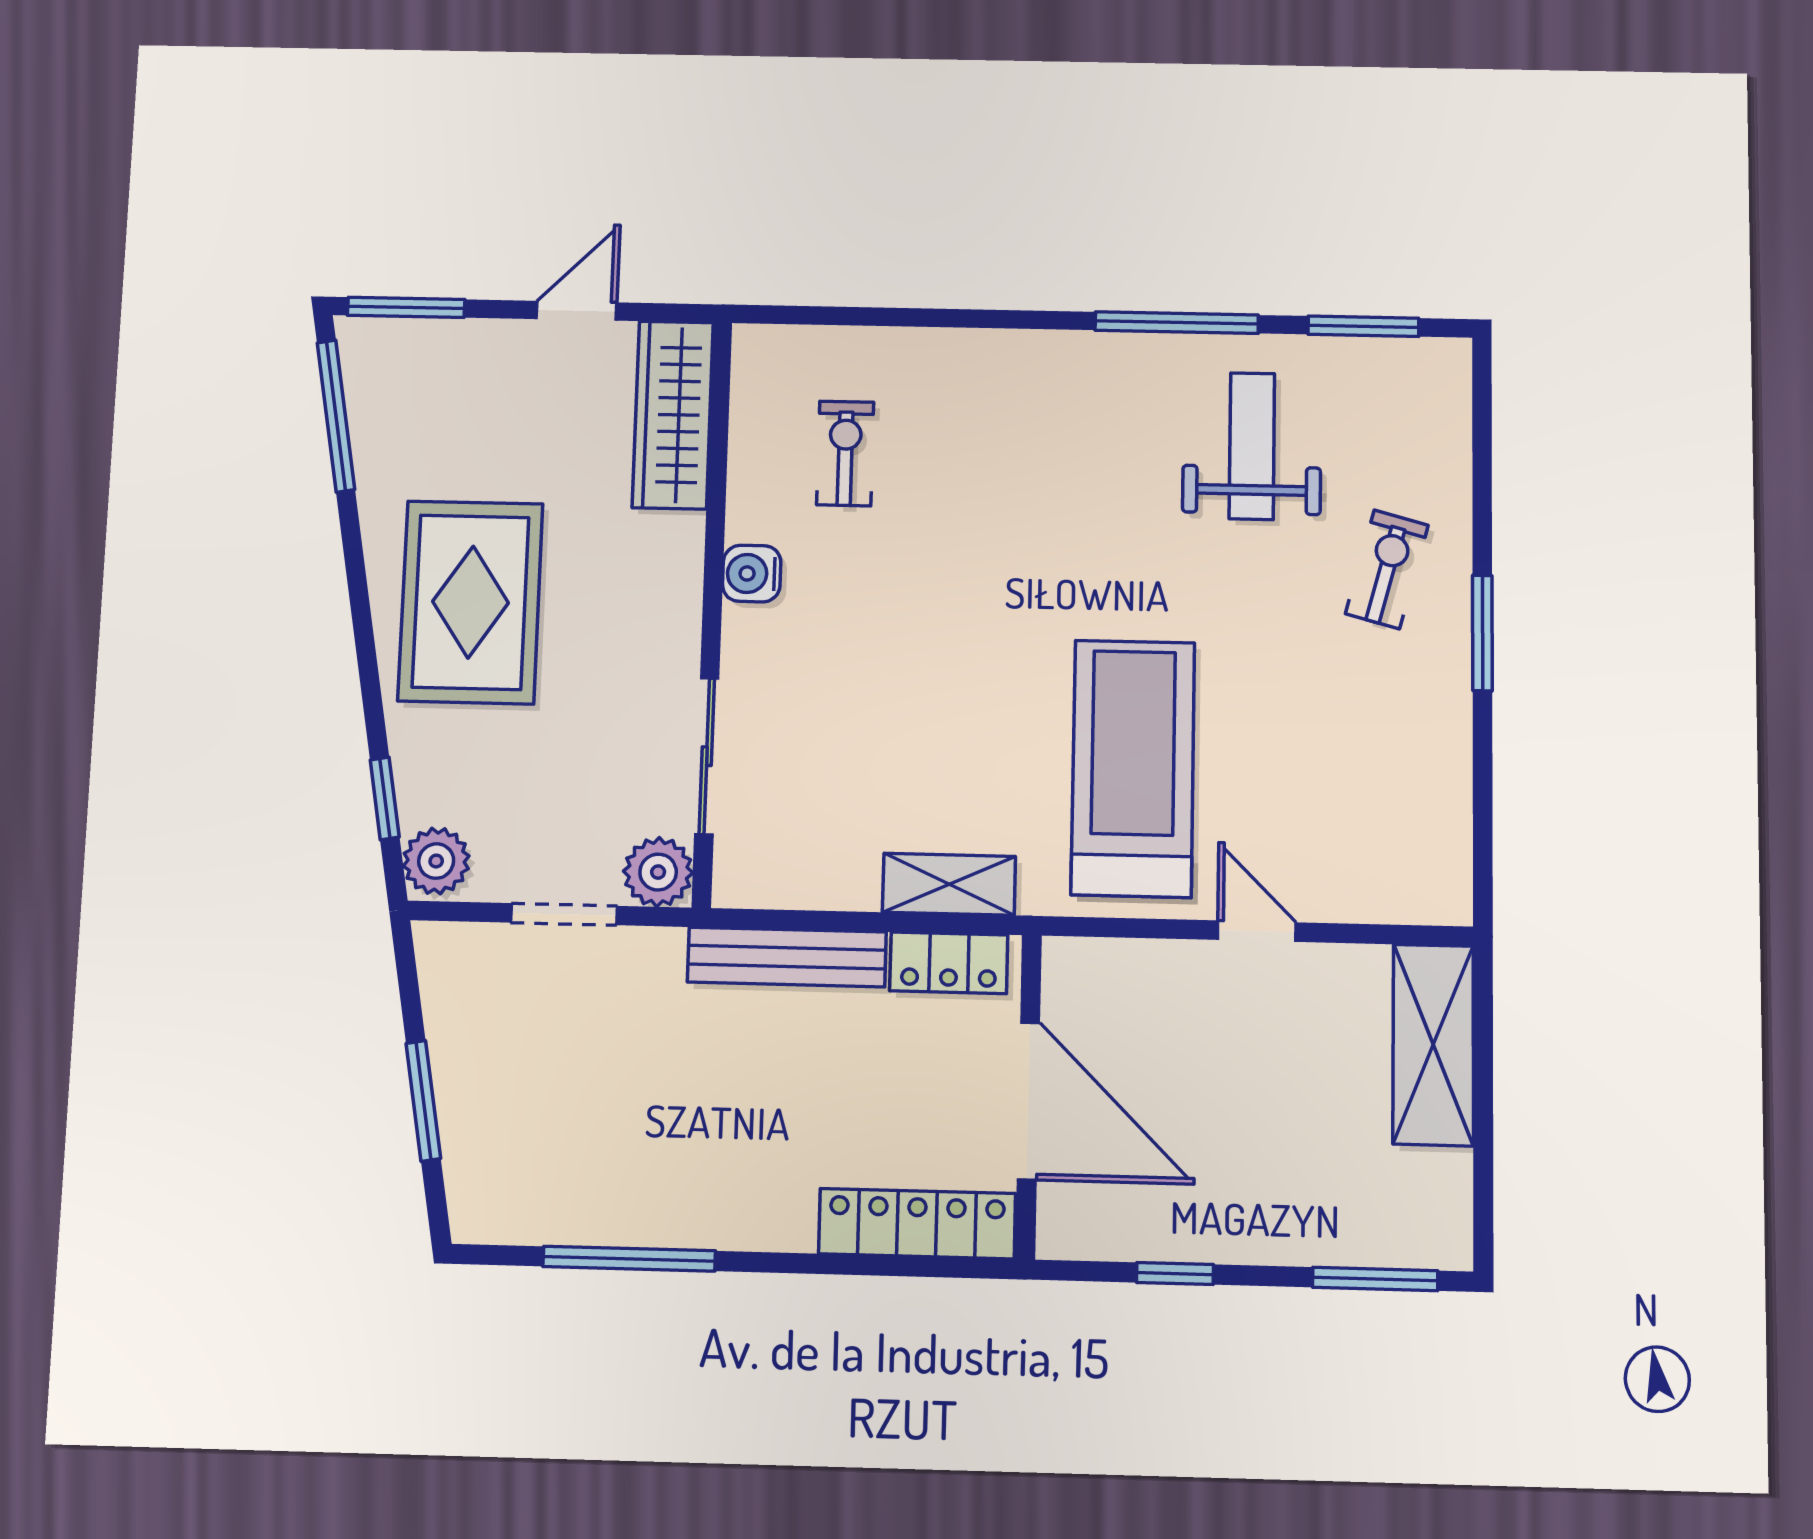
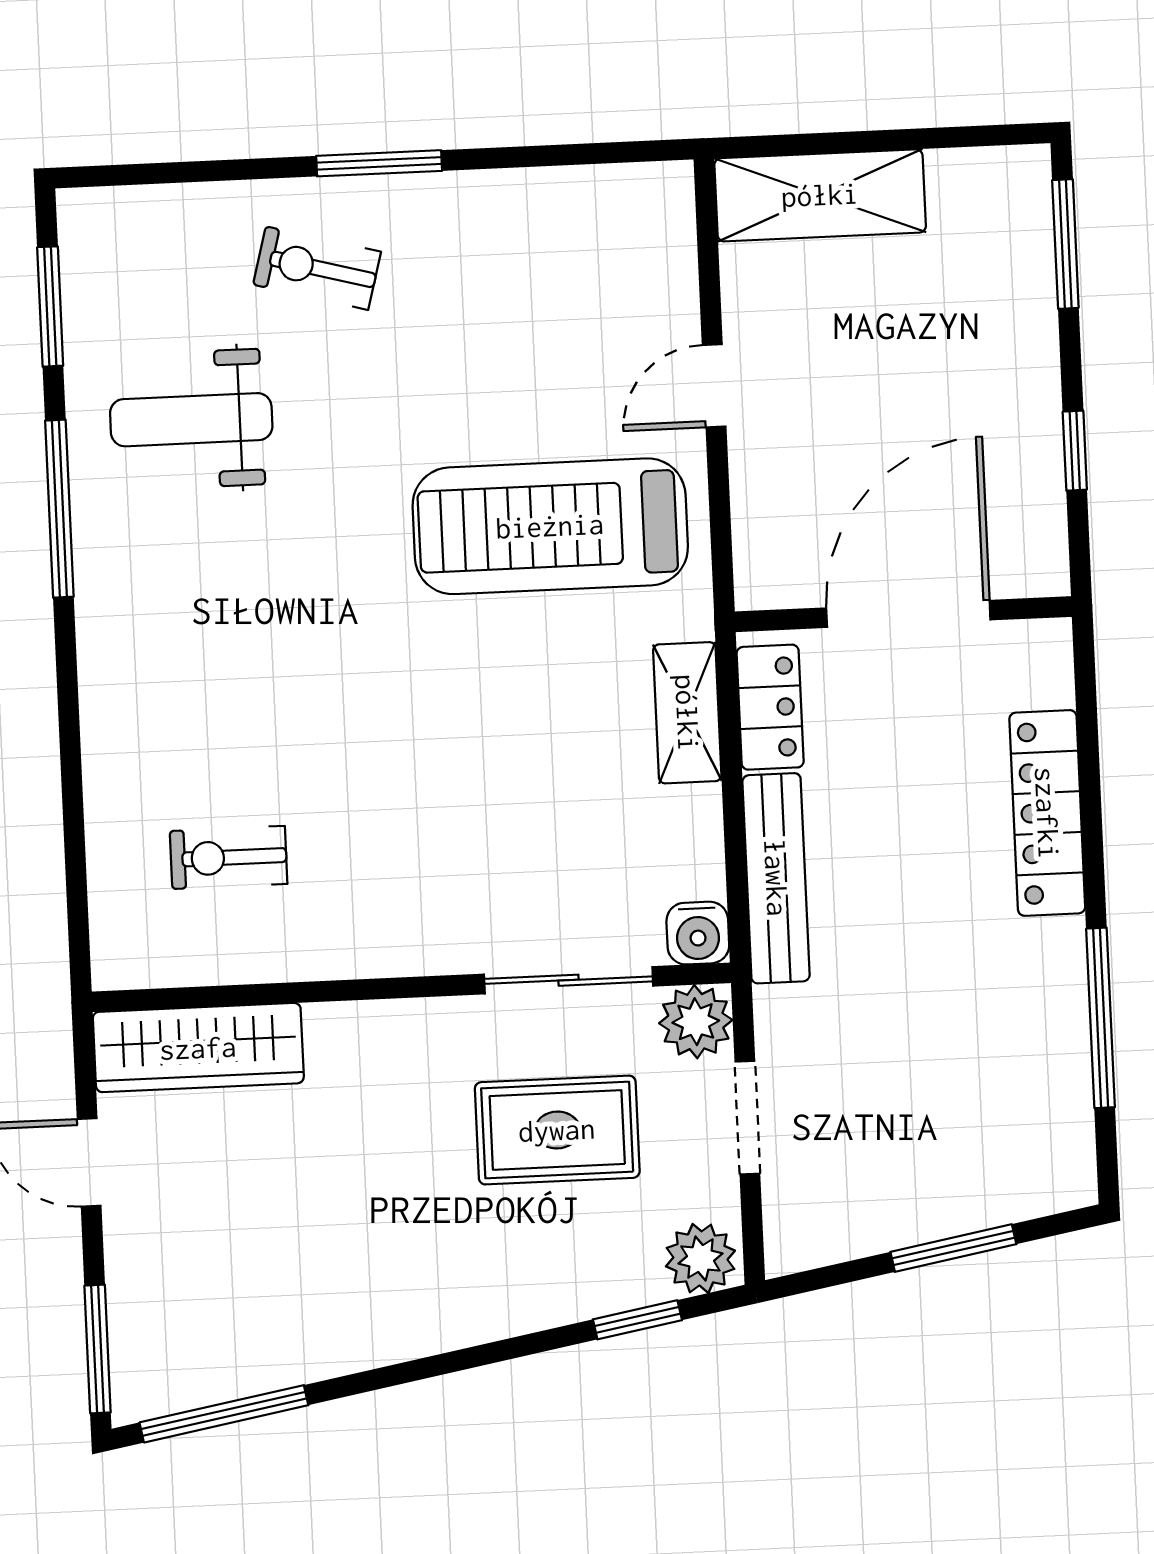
water cooler: (752, 574) -> (698, 933), moved
rug: (471, 602) -> (557, 1130), moved, width x0.73, depth x0.70
locker: (917, 1224) -> (1047, 813), moved

